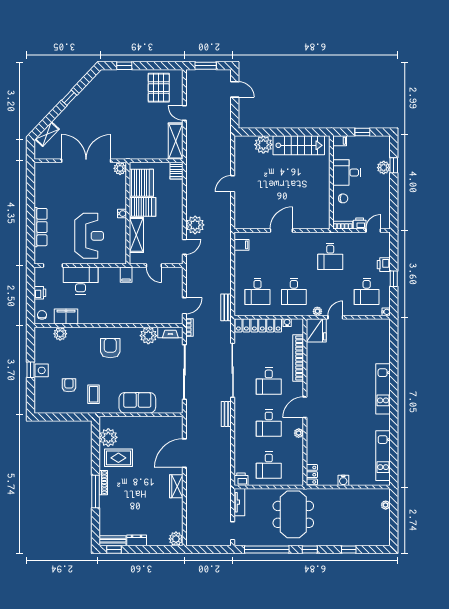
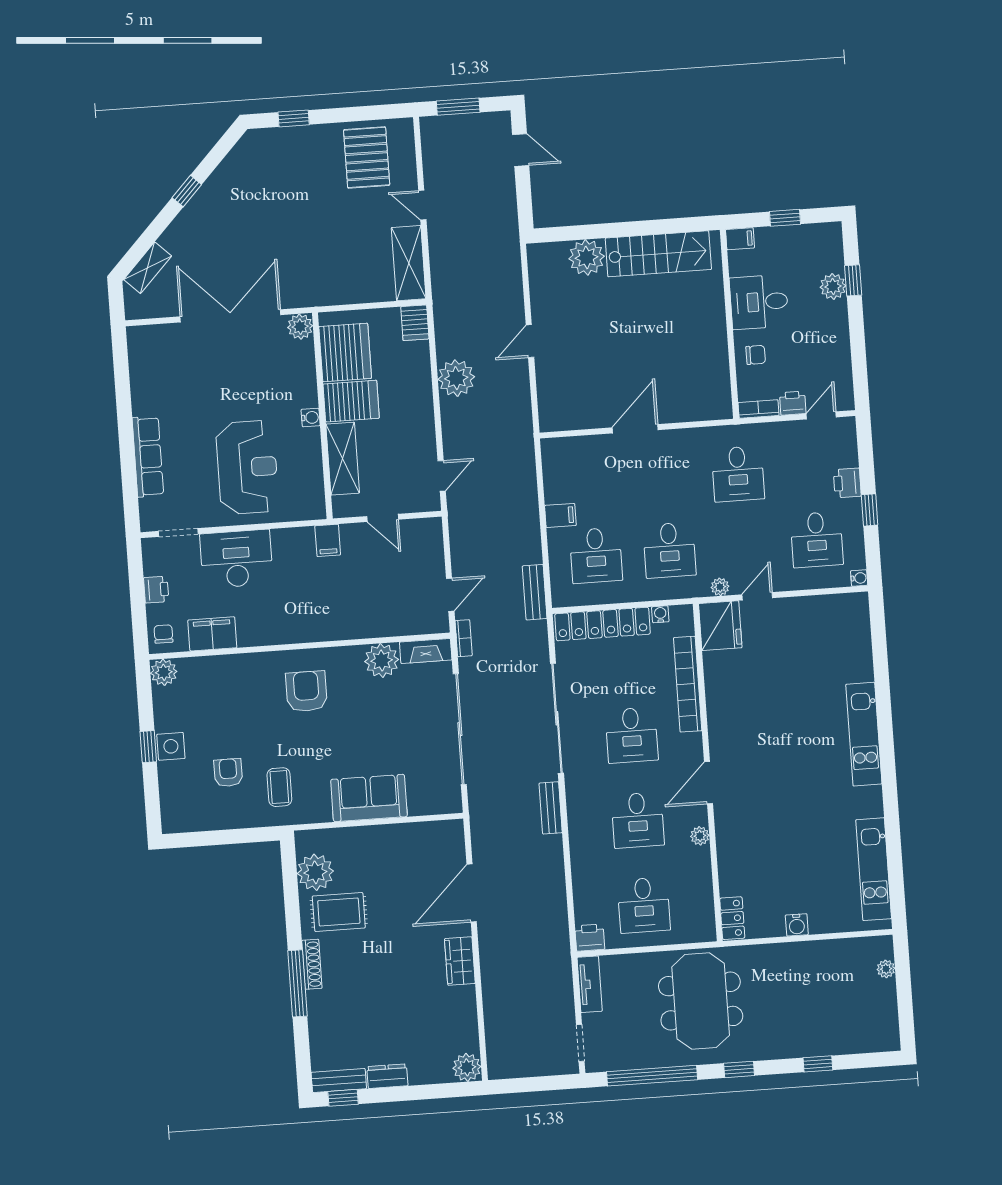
plant: (195, 225) -> (456, 378), moved
filing cabinet: (241, 245) -> (560, 515), moved
plant: (60, 334) -> (164, 672), moved

